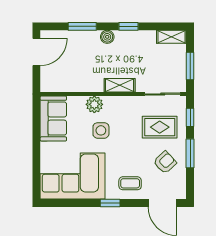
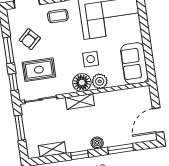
shelving: (171, 37) -> (52, 149), moved
floor lamp: (114, 106) -> (82, 83), added

